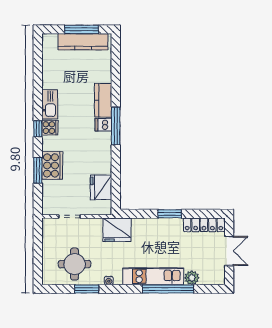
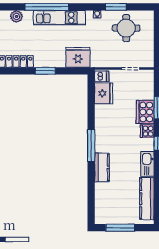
kitchen counter: (83, 42) -> (147, 199), moved, turned -90
dishwasher: (103, 125) -> (102, 76), moved
cooker: (50, 128) -> (147, 131), moved
fridge: (117, 230) -> (78, 57), moved
plant: (192, 278) -> (16, 16), moved

